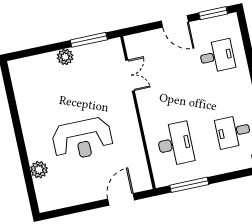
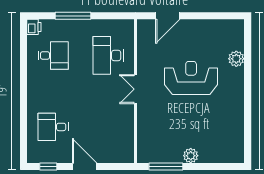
window: (213, 13) -> (48, 167), width x0.67
double door: (130, 75) -> (136, 89), moved
window: (189, 185) -> (73, 16), moved

